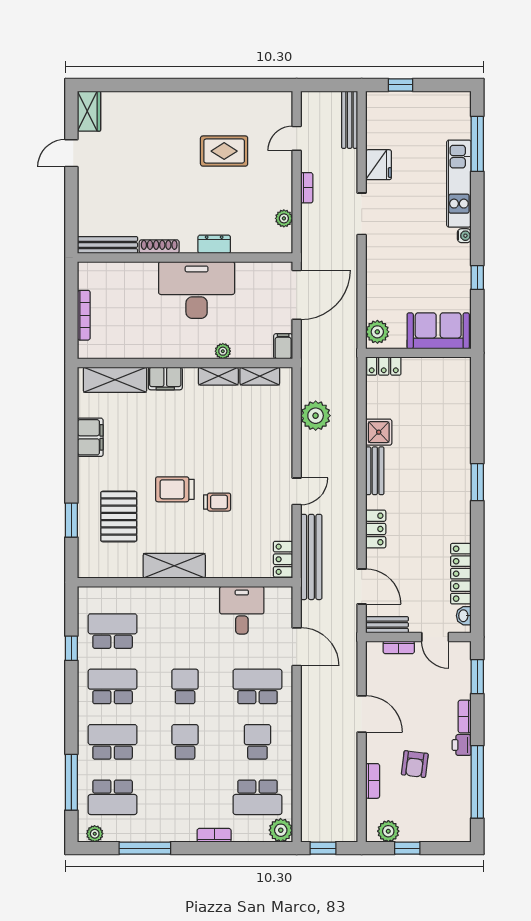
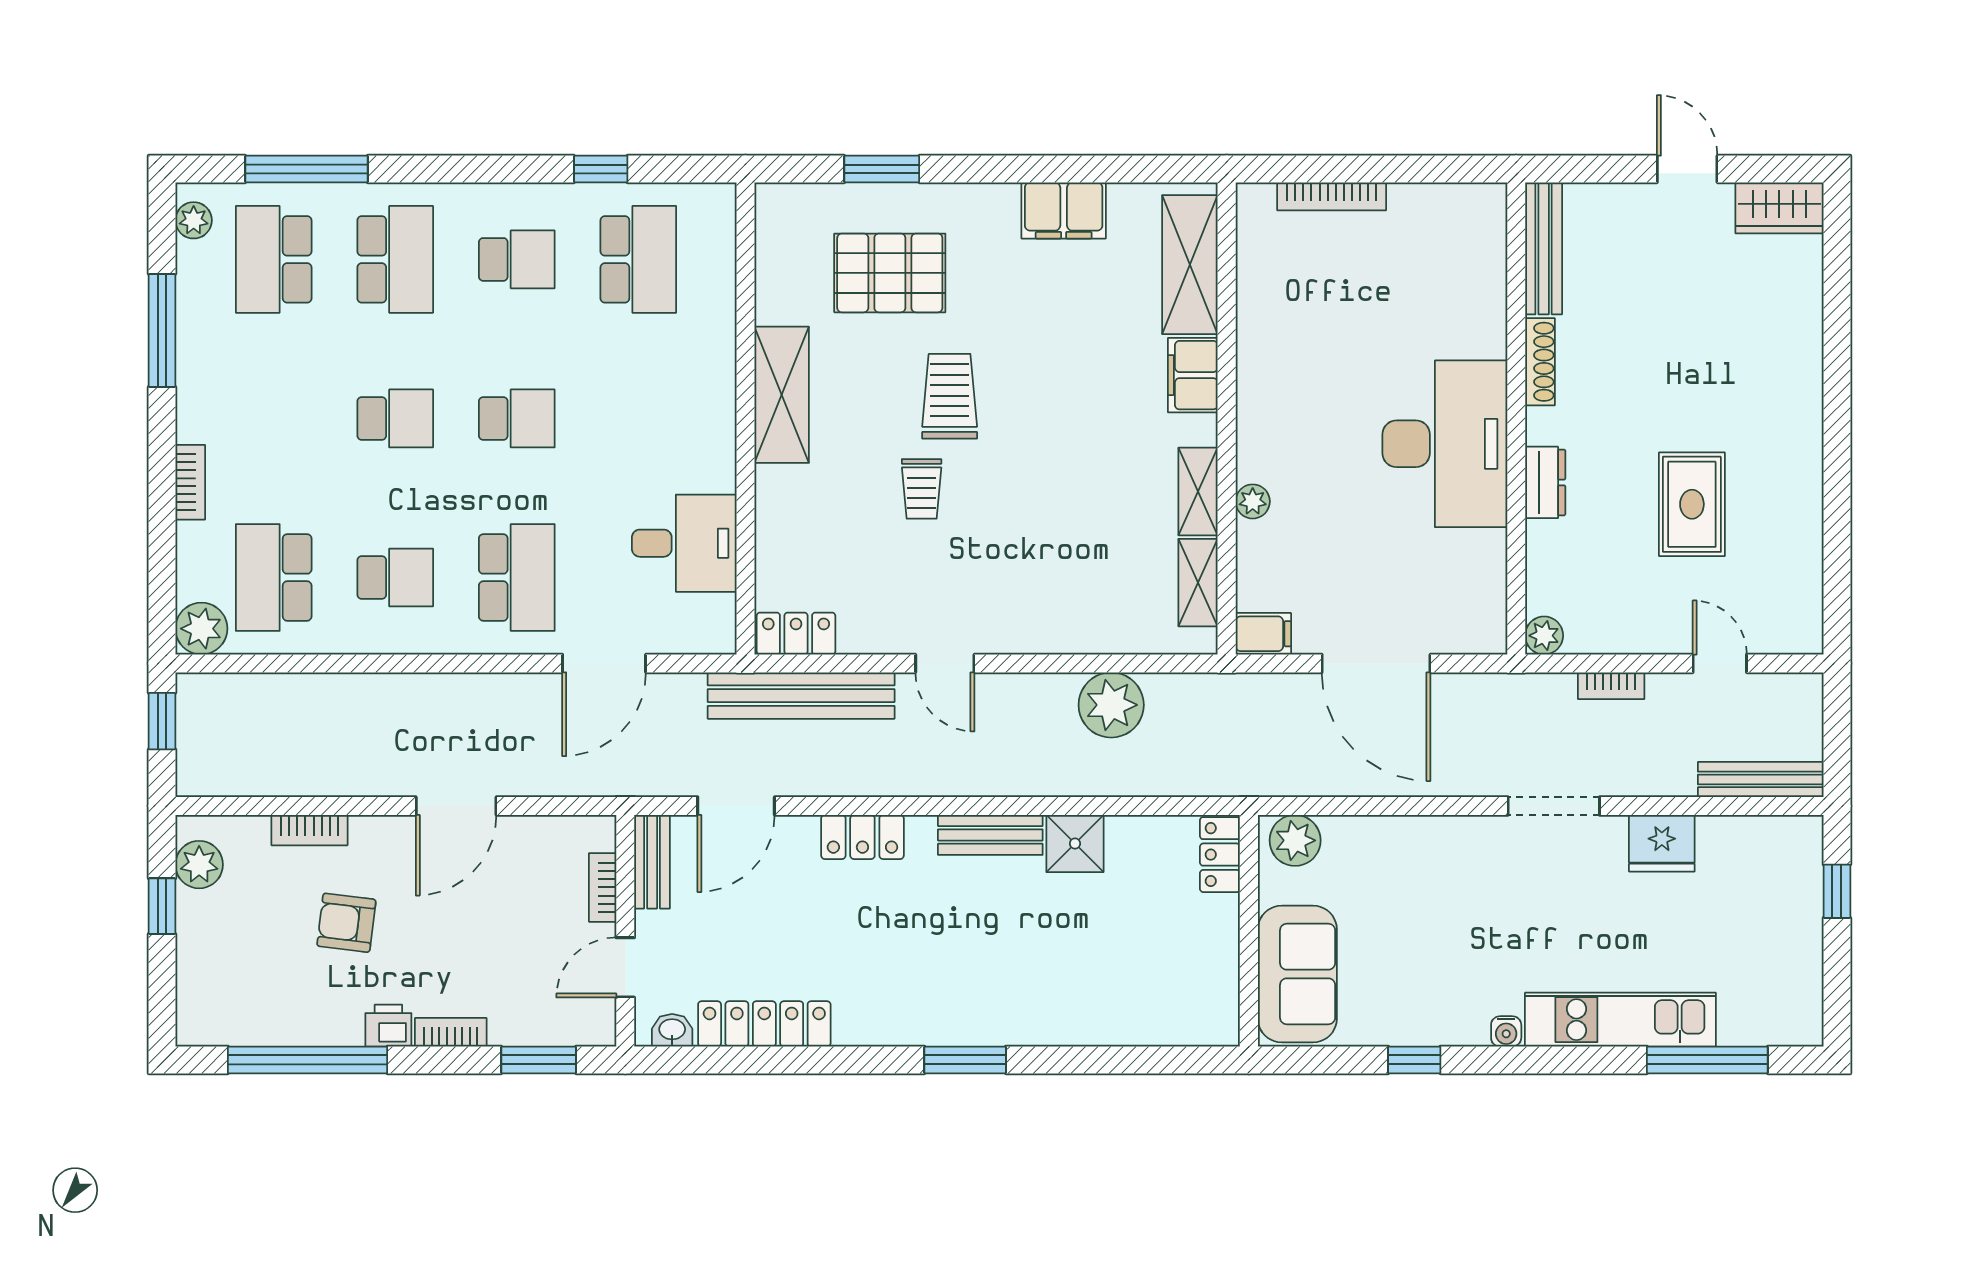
dresser: (214, 244) -> (1545, 482), moved
bench: (108, 245) -> (1544, 248), moved
shoe rack: (159, 247) -> (1540, 362), moved
wall: (185, 257) -> (1516, 418), moved
desk: (197, 290) -> (1445, 444), moved
school desk: (113, 686) -> (517, 259), width x0.54

